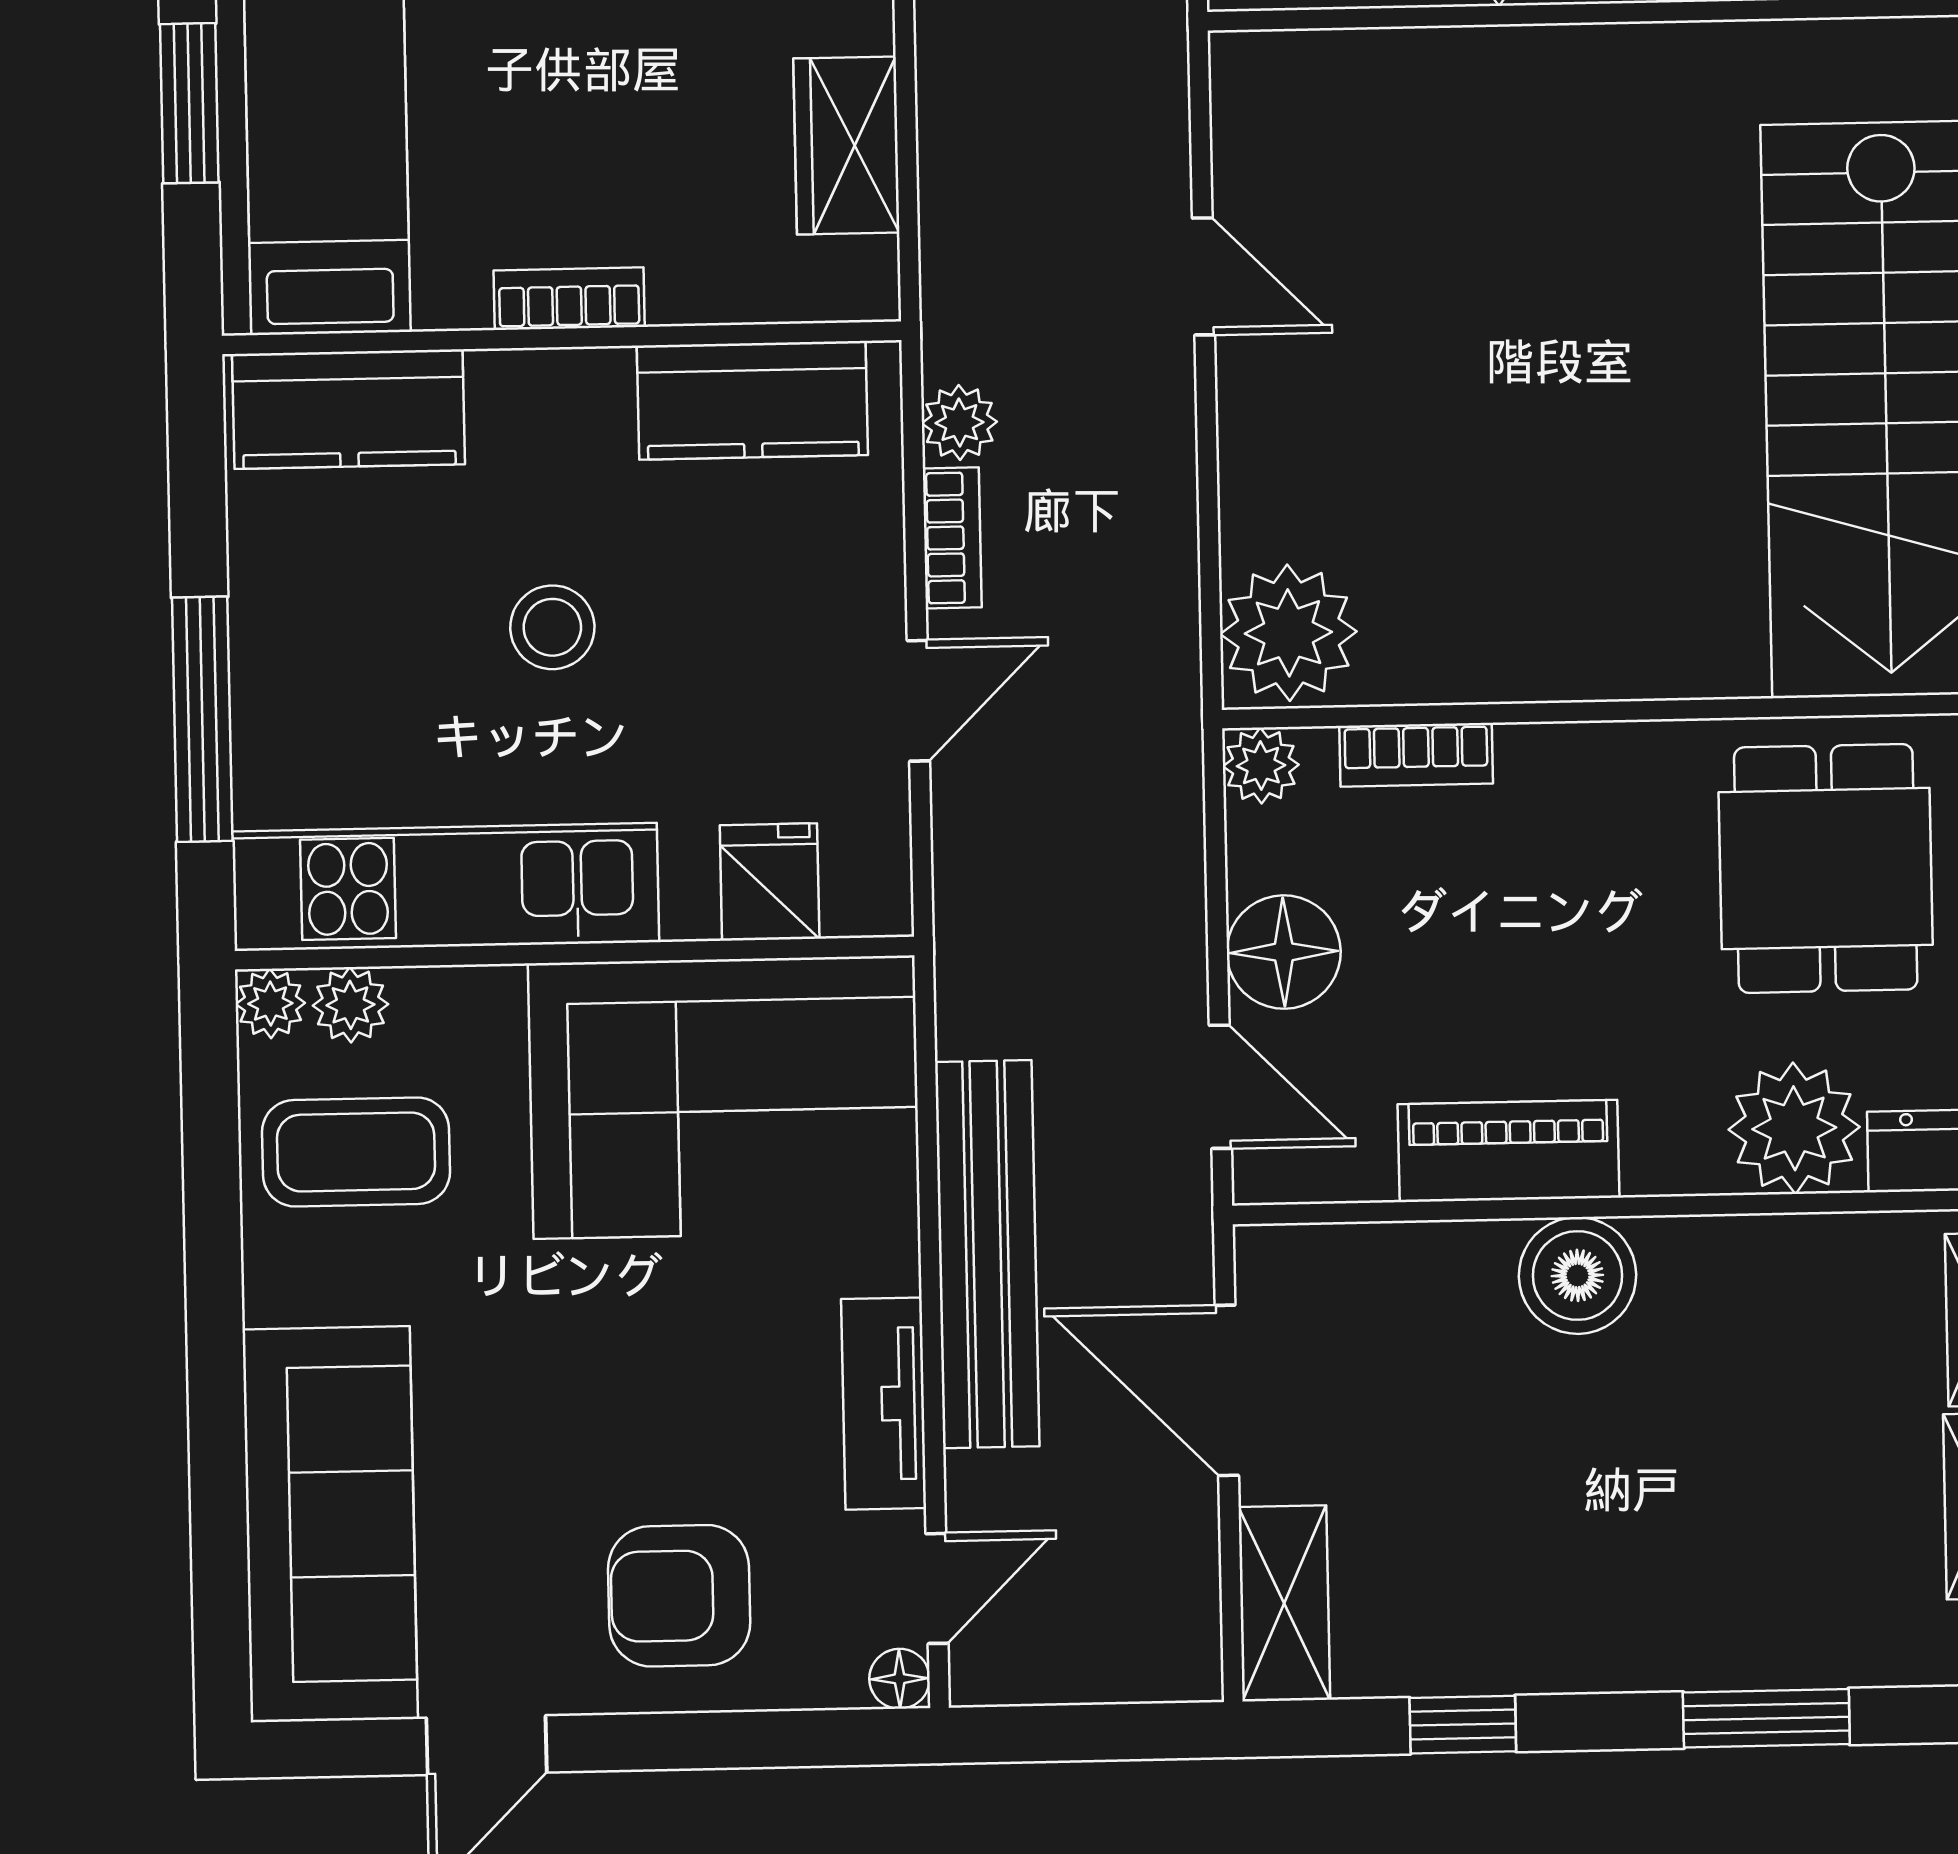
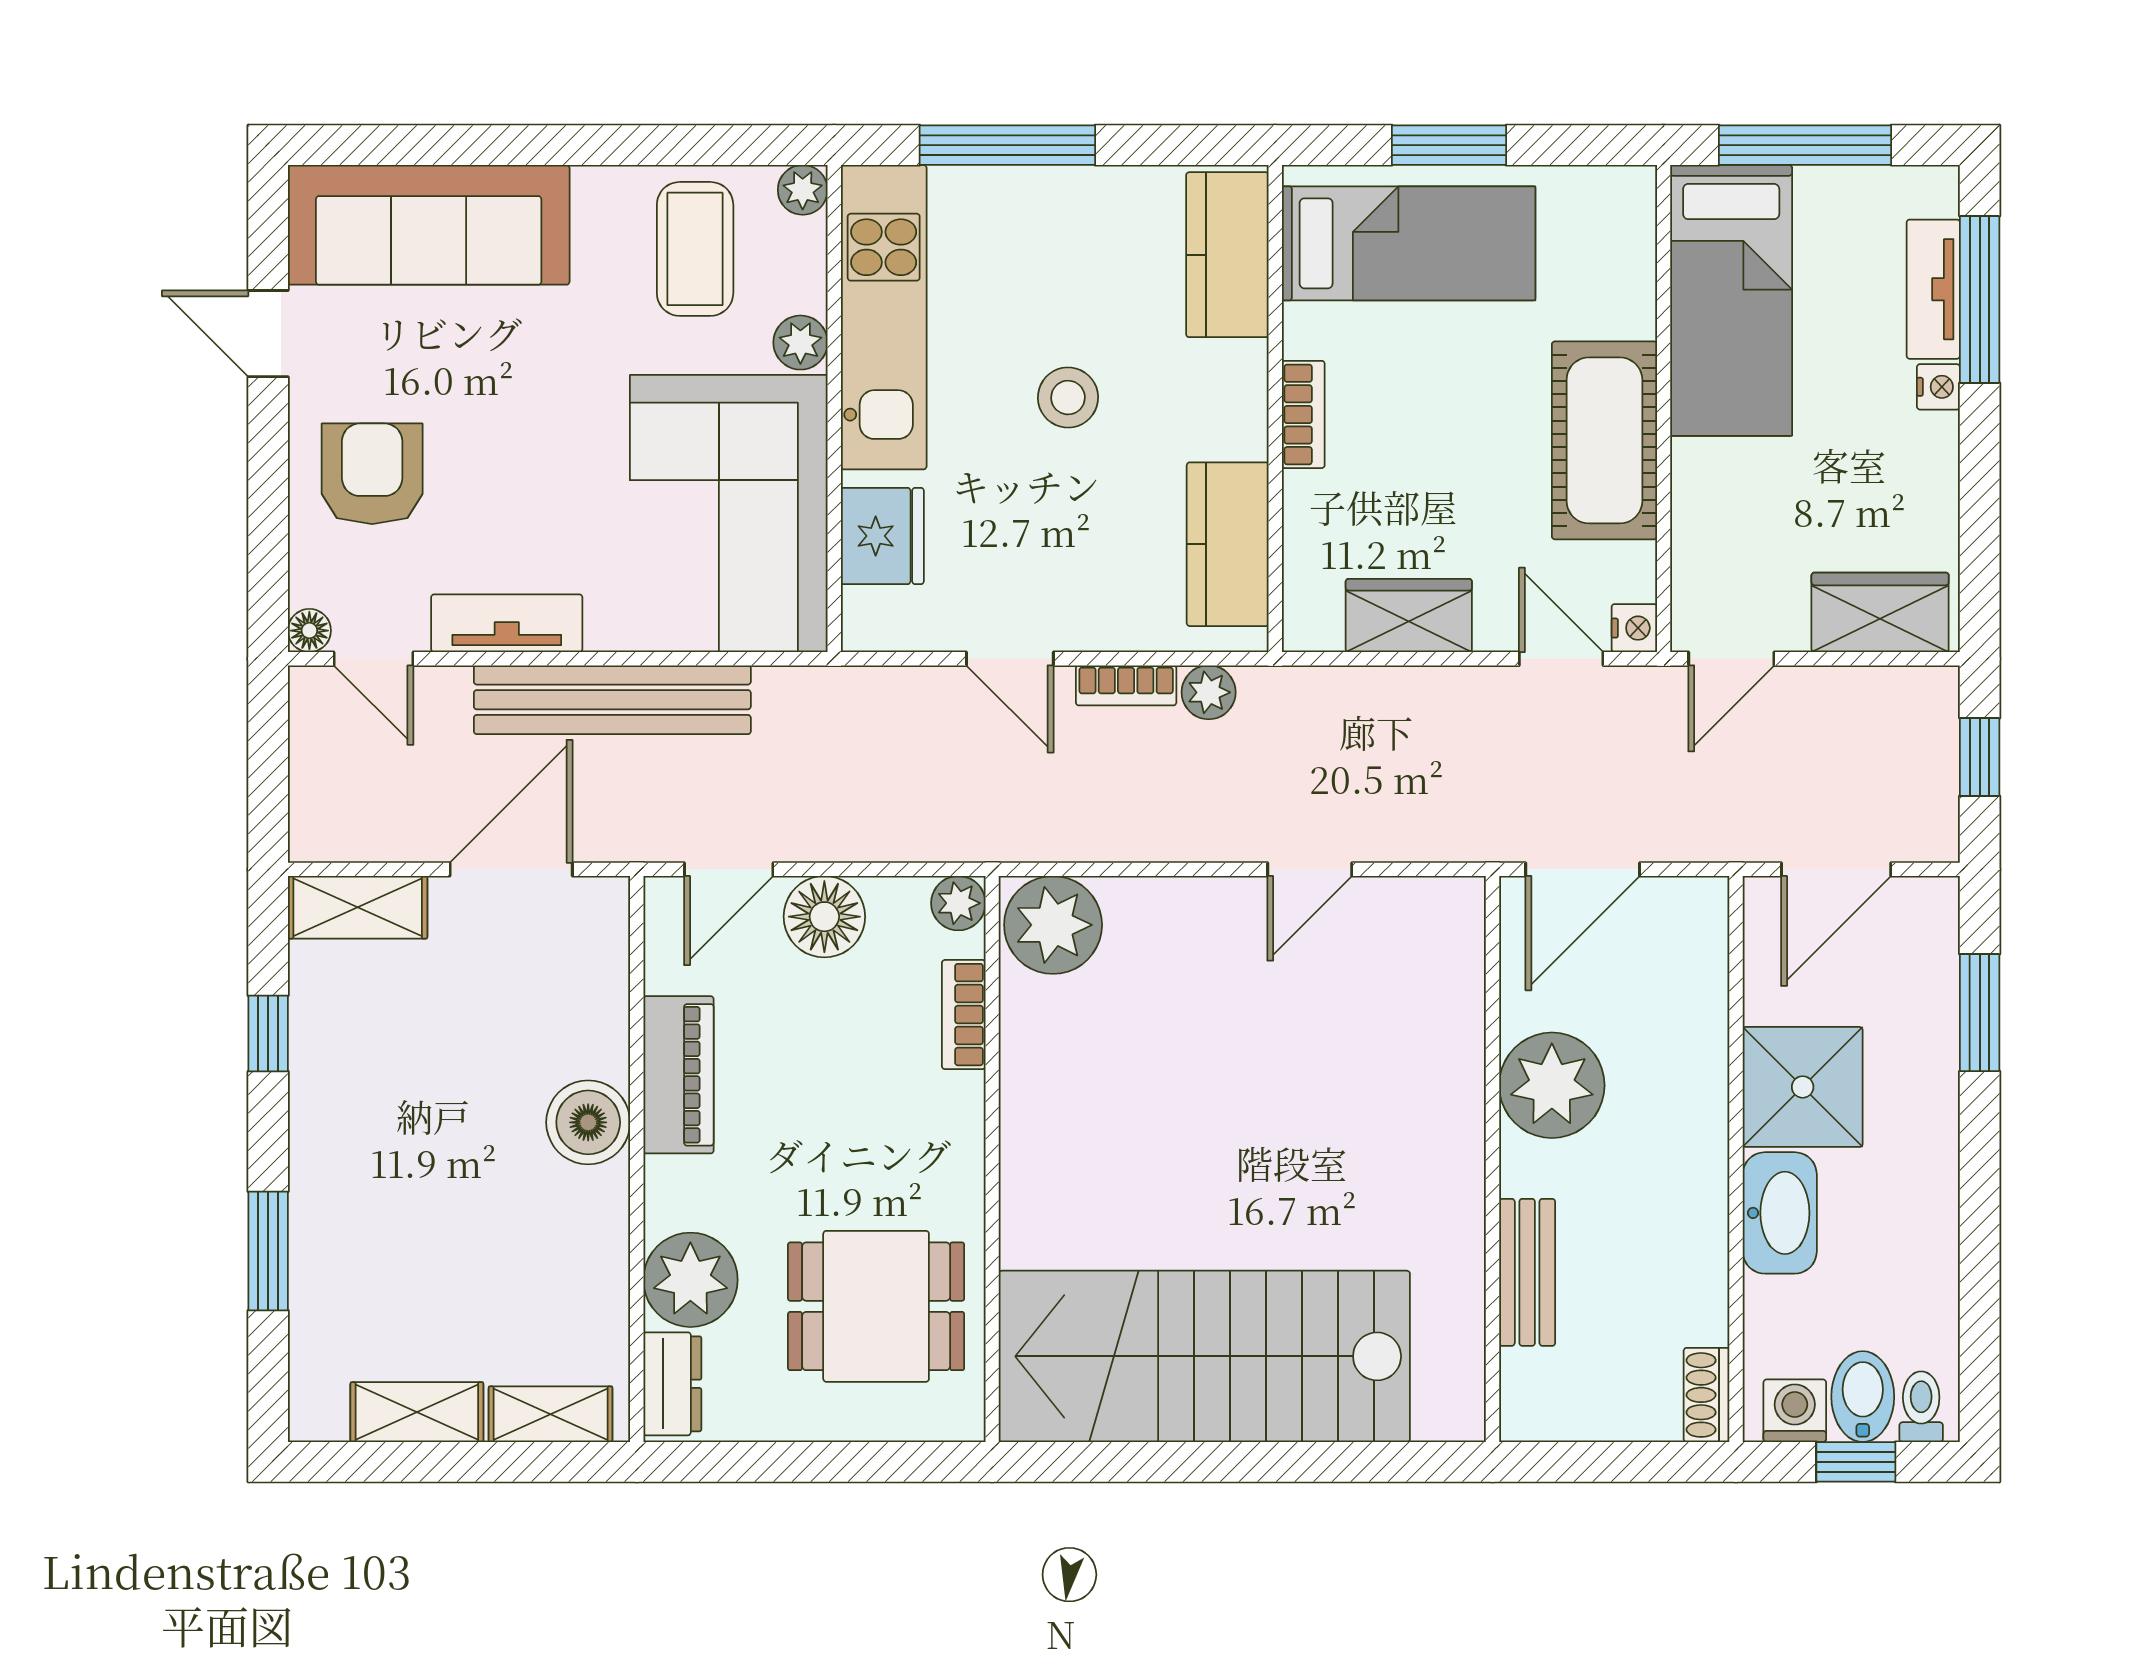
fridge: (770, 882) -> (882, 536), width x1.38
plant: (350, 1005) -> (800, 343), moved

